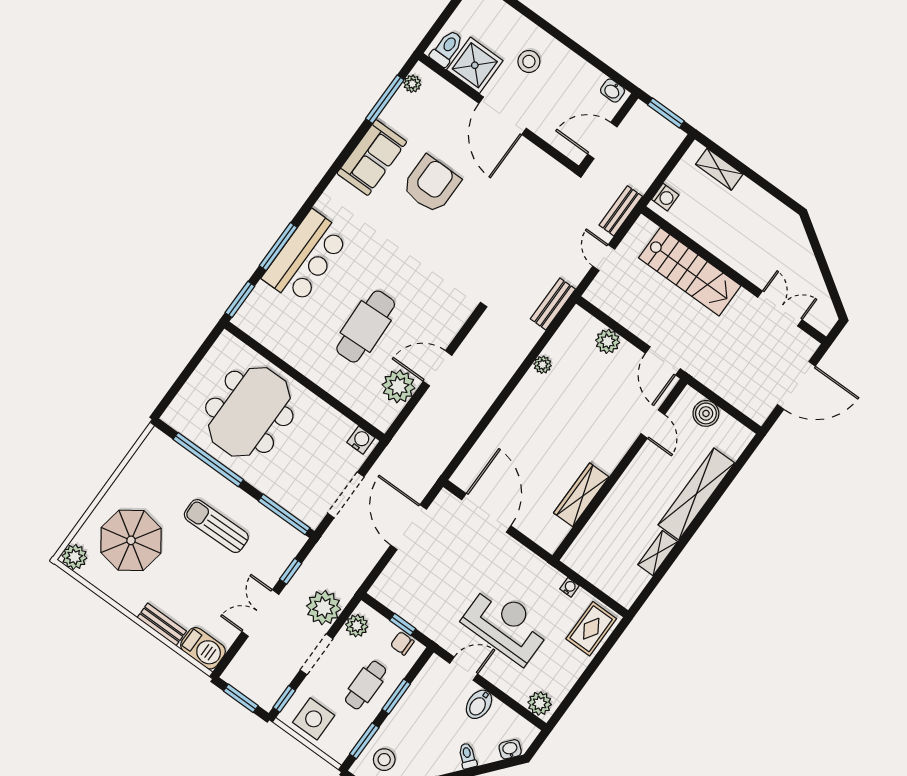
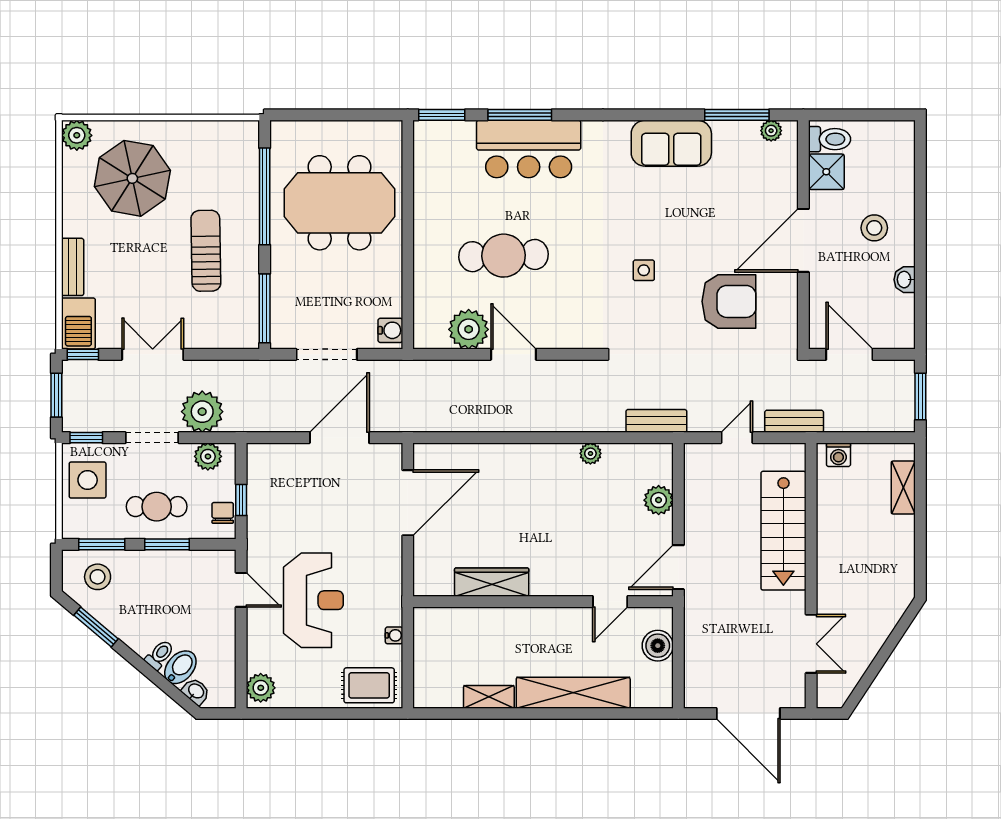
shower: (475, 65) -> (826, 172), width x0.73, depth x0.73
washbasin: (613, 91) -> (905, 280), moved
armchair: (431, 184) -> (729, 301), moved
side table: (445, 239) -> (644, 270), added
window: (291, 571) -> (83, 354), moved
bidet: (479, 704) -> (180, 667), moved, turned 130

